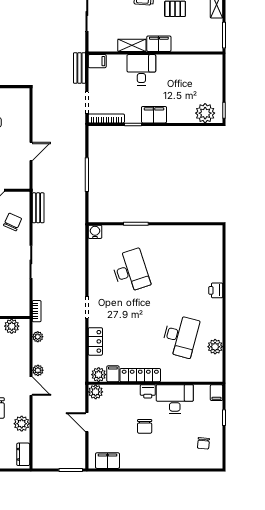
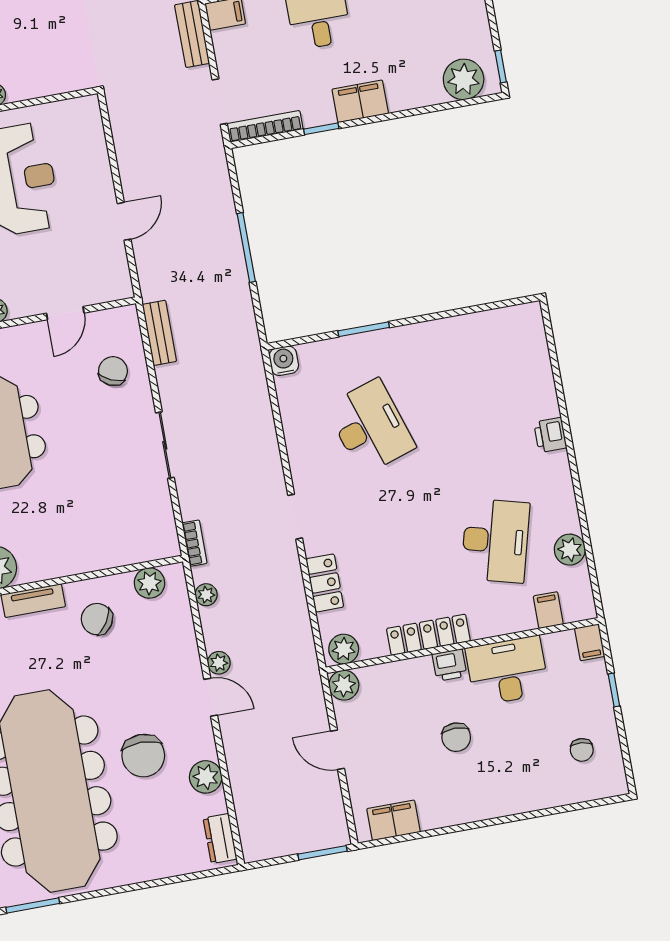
filing cabinet: (113, 374) -> (548, 610), moved

